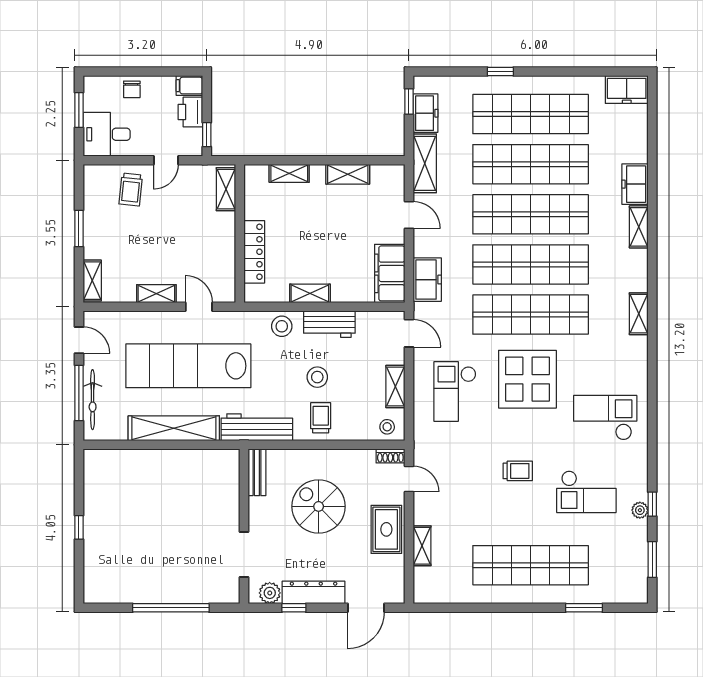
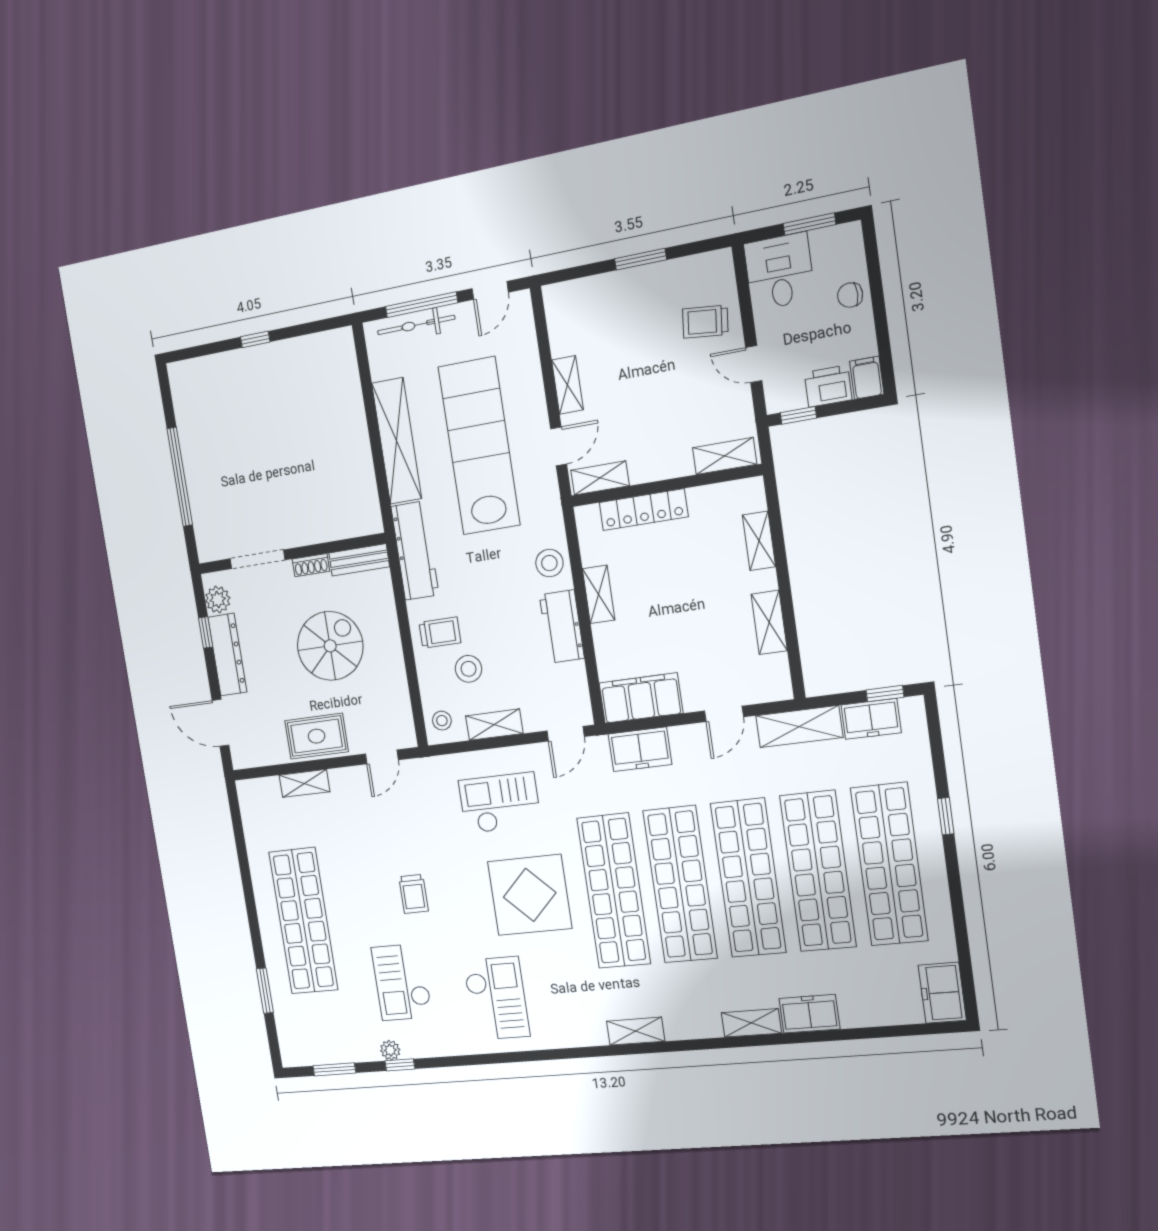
shelving: (92, 281) -> (600, 478), moved
stool: (317, 377) -> (469, 669), moved
shoe rack: (390, 456) -> (311, 565), moved, turned -90

